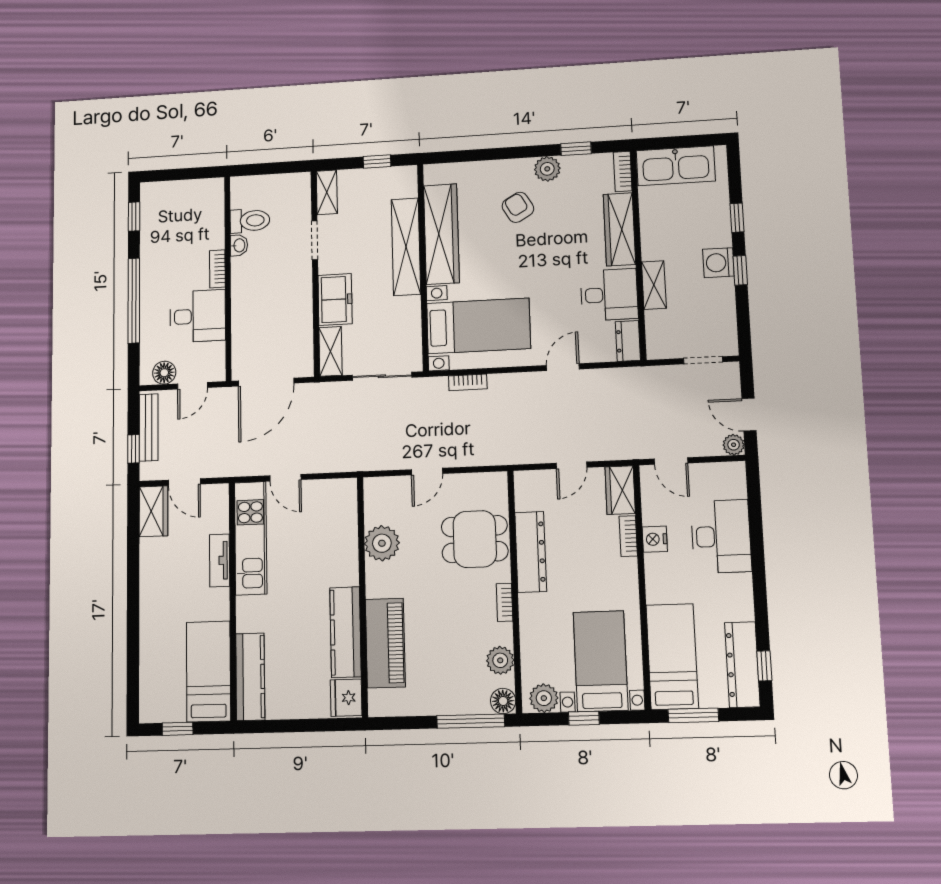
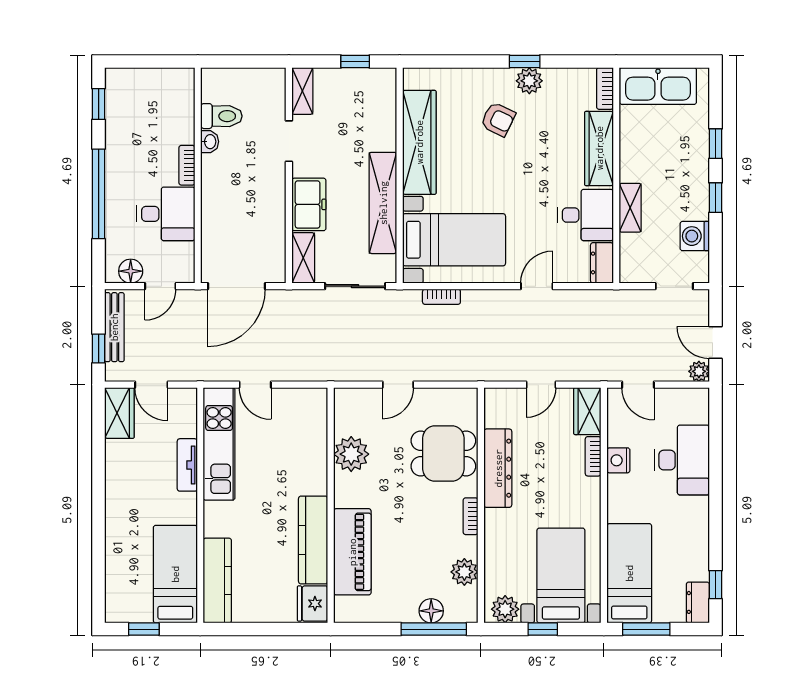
window: (576, 149) -> (525, 61), moved
armchair: (518, 207) -> (498, 119), turned 146
shelving: (406, 247) -> (383, 203), moved
washing machine: (718, 263) -> (695, 236), moved
dresser: (742, 665) -> (698, 602), width x0.51, depth x0.80
floor lamp: (503, 701) -> (431, 611), moved

